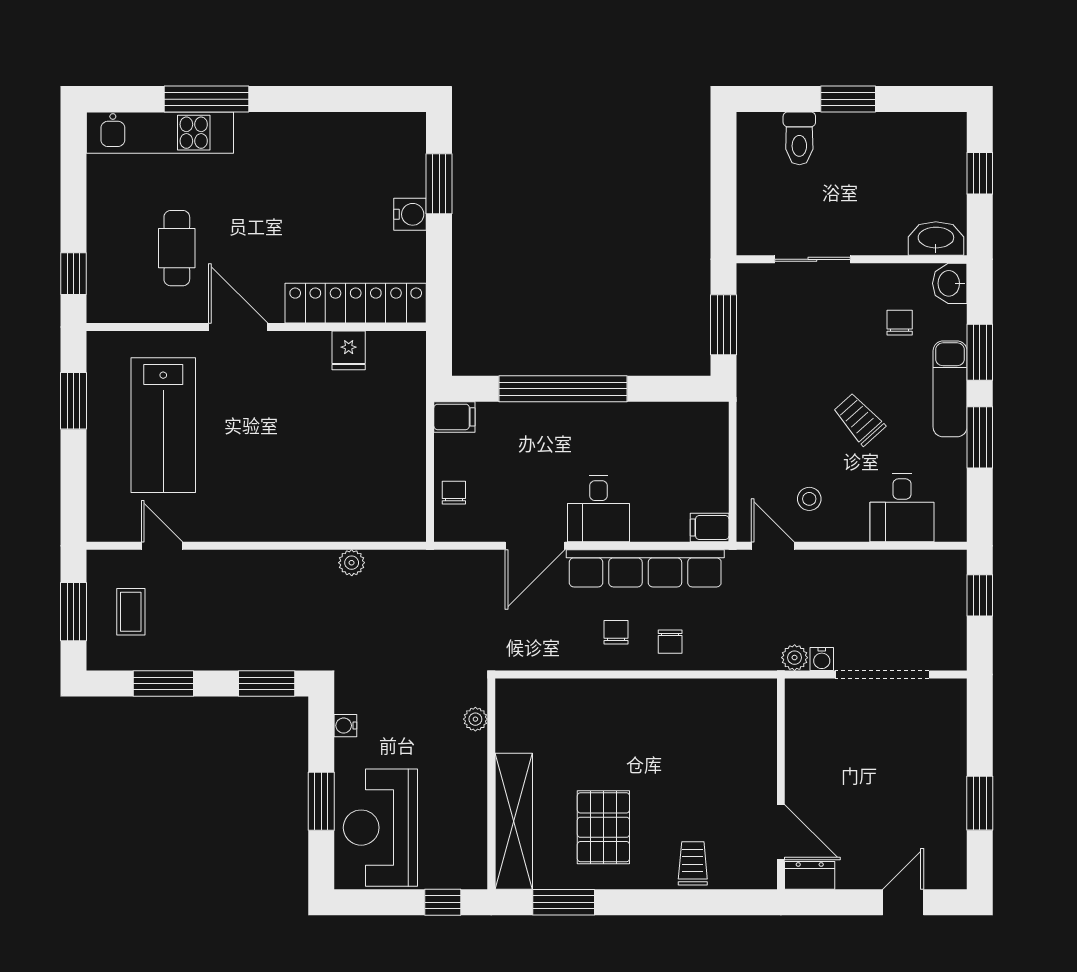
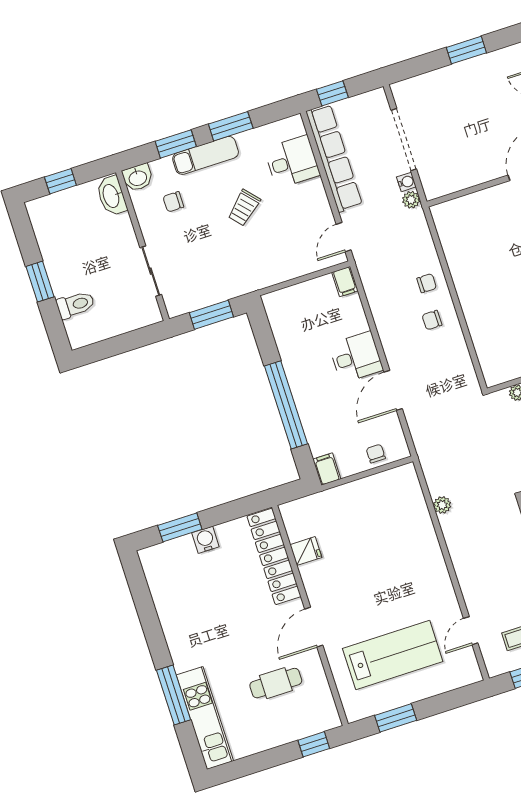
chair: (454, 493) -> (376, 454), turned 90
stool: (809, 499) -> (306, 223), removed
door: (535, 546) -> (393, 390), swing flipped
row of seats: (645, 568) -> (334, 158), moved

